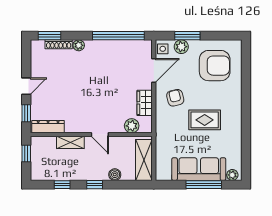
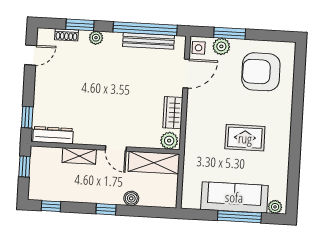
window: (49, 36) -> (80, 25), moved
shoe rack: (59, 44) -> (67, 35), width x0.70
bench: (122, 46) -> (148, 41), added
armchair: (215, 66) -> (261, 72), turned 180
door: (26, 86) -> (31, 55), moved
armchair: (175, 98) -> (210, 109), removed
plant: (132, 126) -> (169, 141), moved
shelving: (144, 160) -> (154, 163), moved, turned 90
window: (62, 185) -> (51, 206), moved

